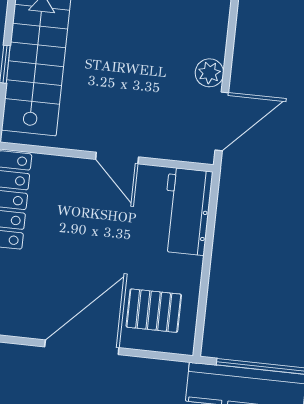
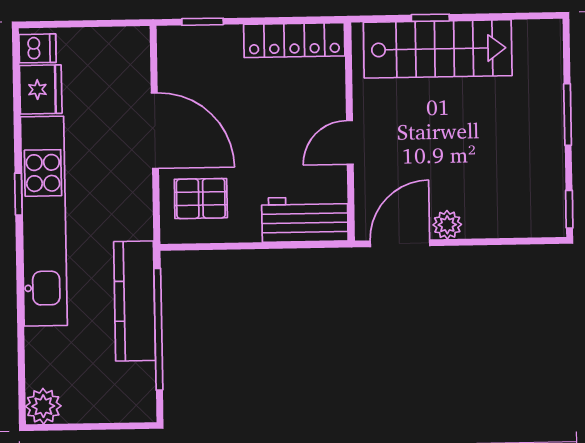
door: (222, 121) -> (400, 243), swing flipped
pallet: (154, 311) -> (201, 199), turned 90

